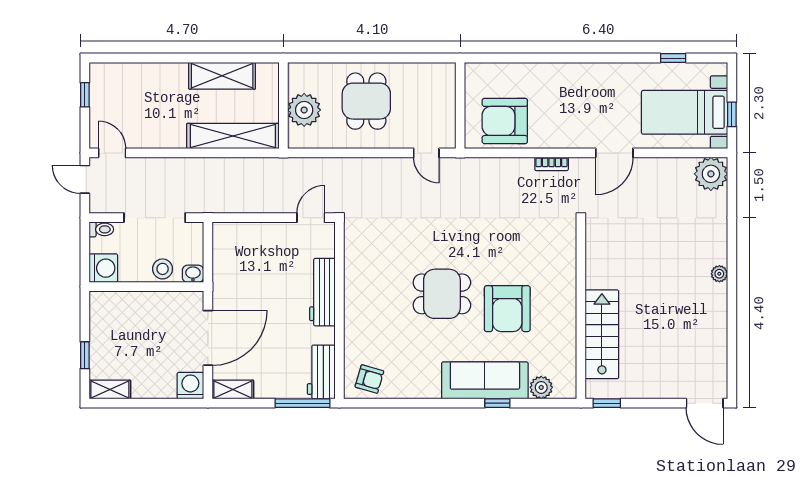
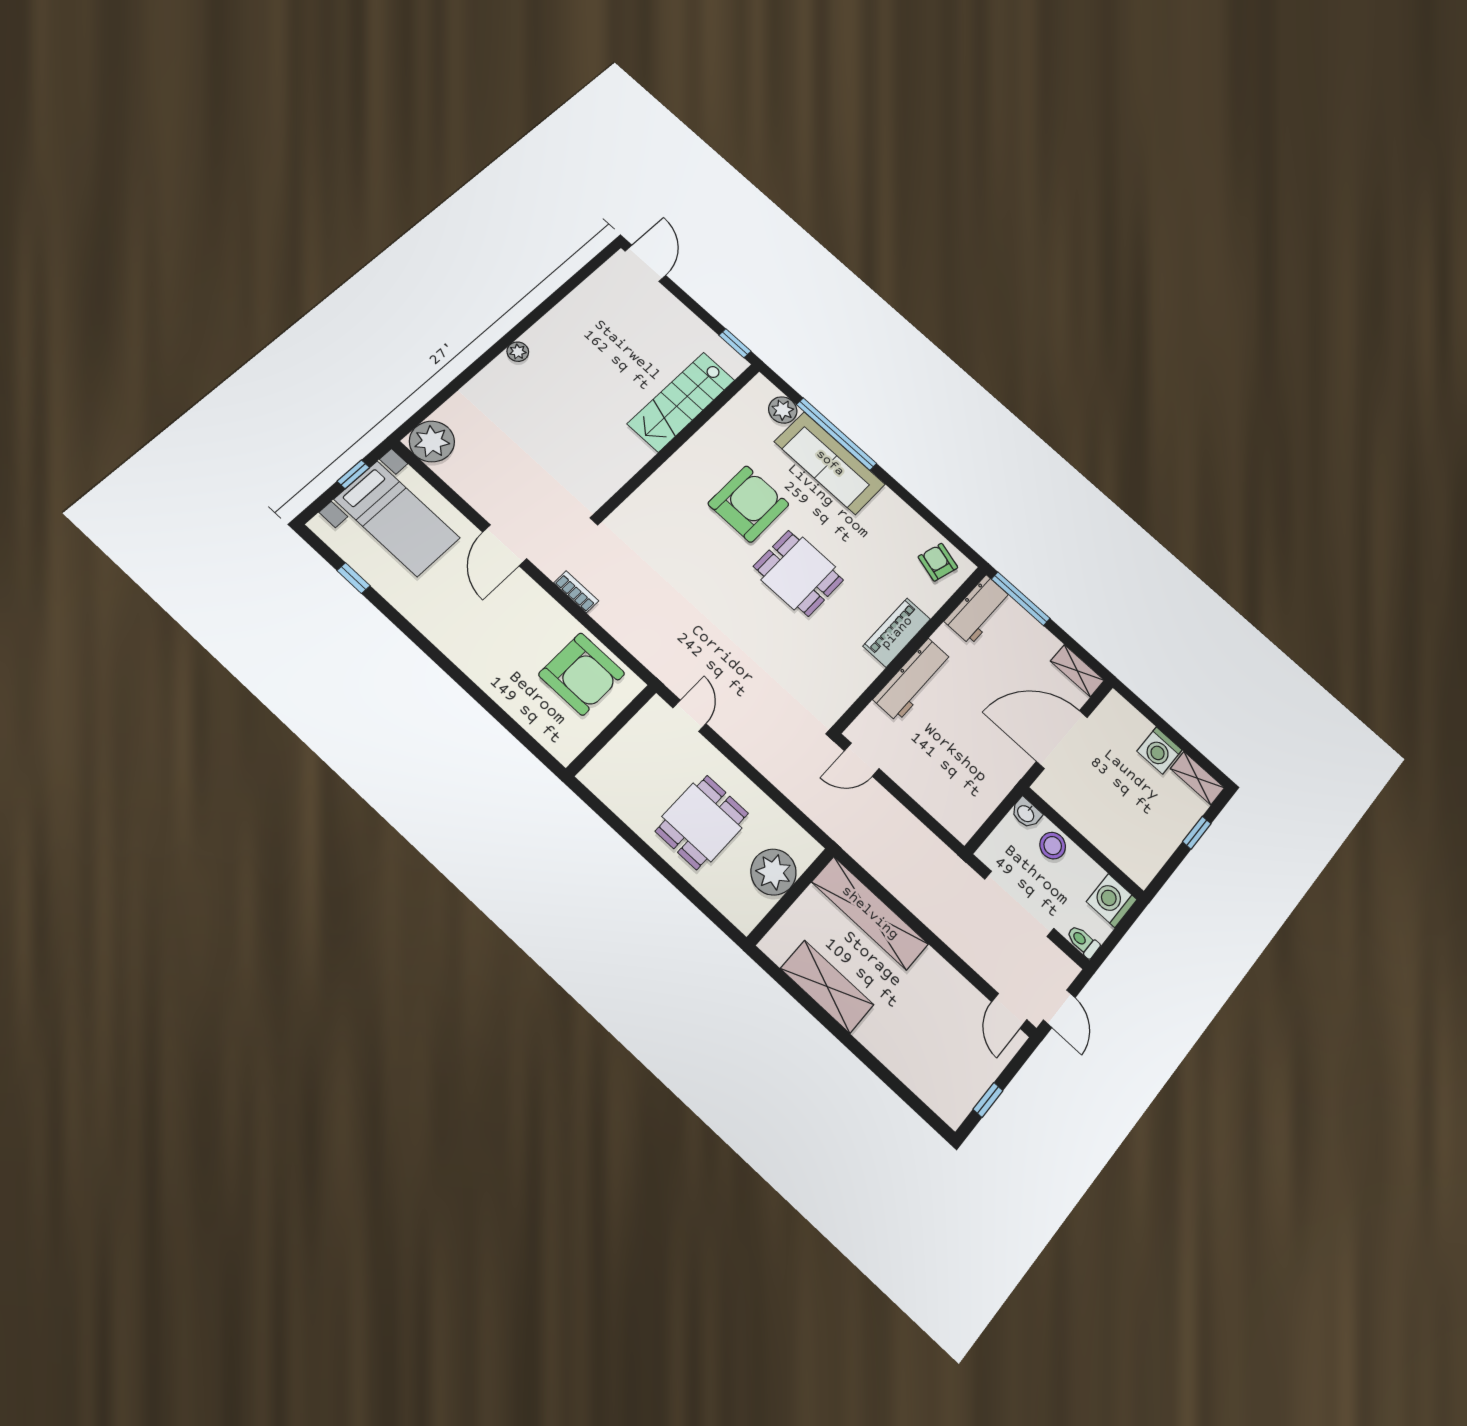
door: (614, 153) -> (505, 545), swing flipped
piano: (356, 312) -> (897, 633), added
washing machine: (190, 386) -> (1160, 750), moved
window: (497, 403) -> (836, 434), width x3.17

